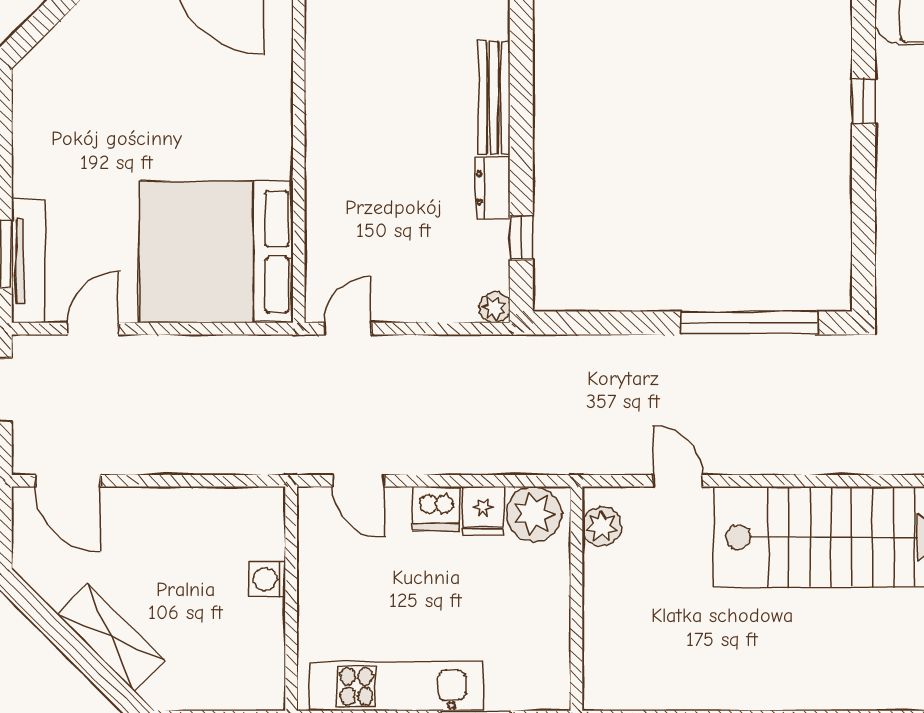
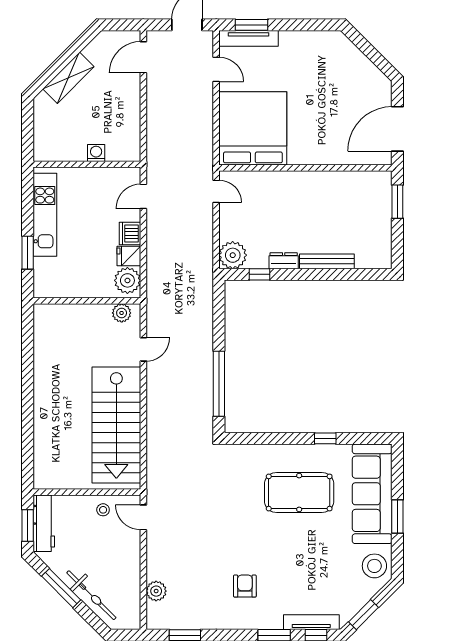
plant: (494, 308) -> (233, 255), width x1.88, depth x1.88

